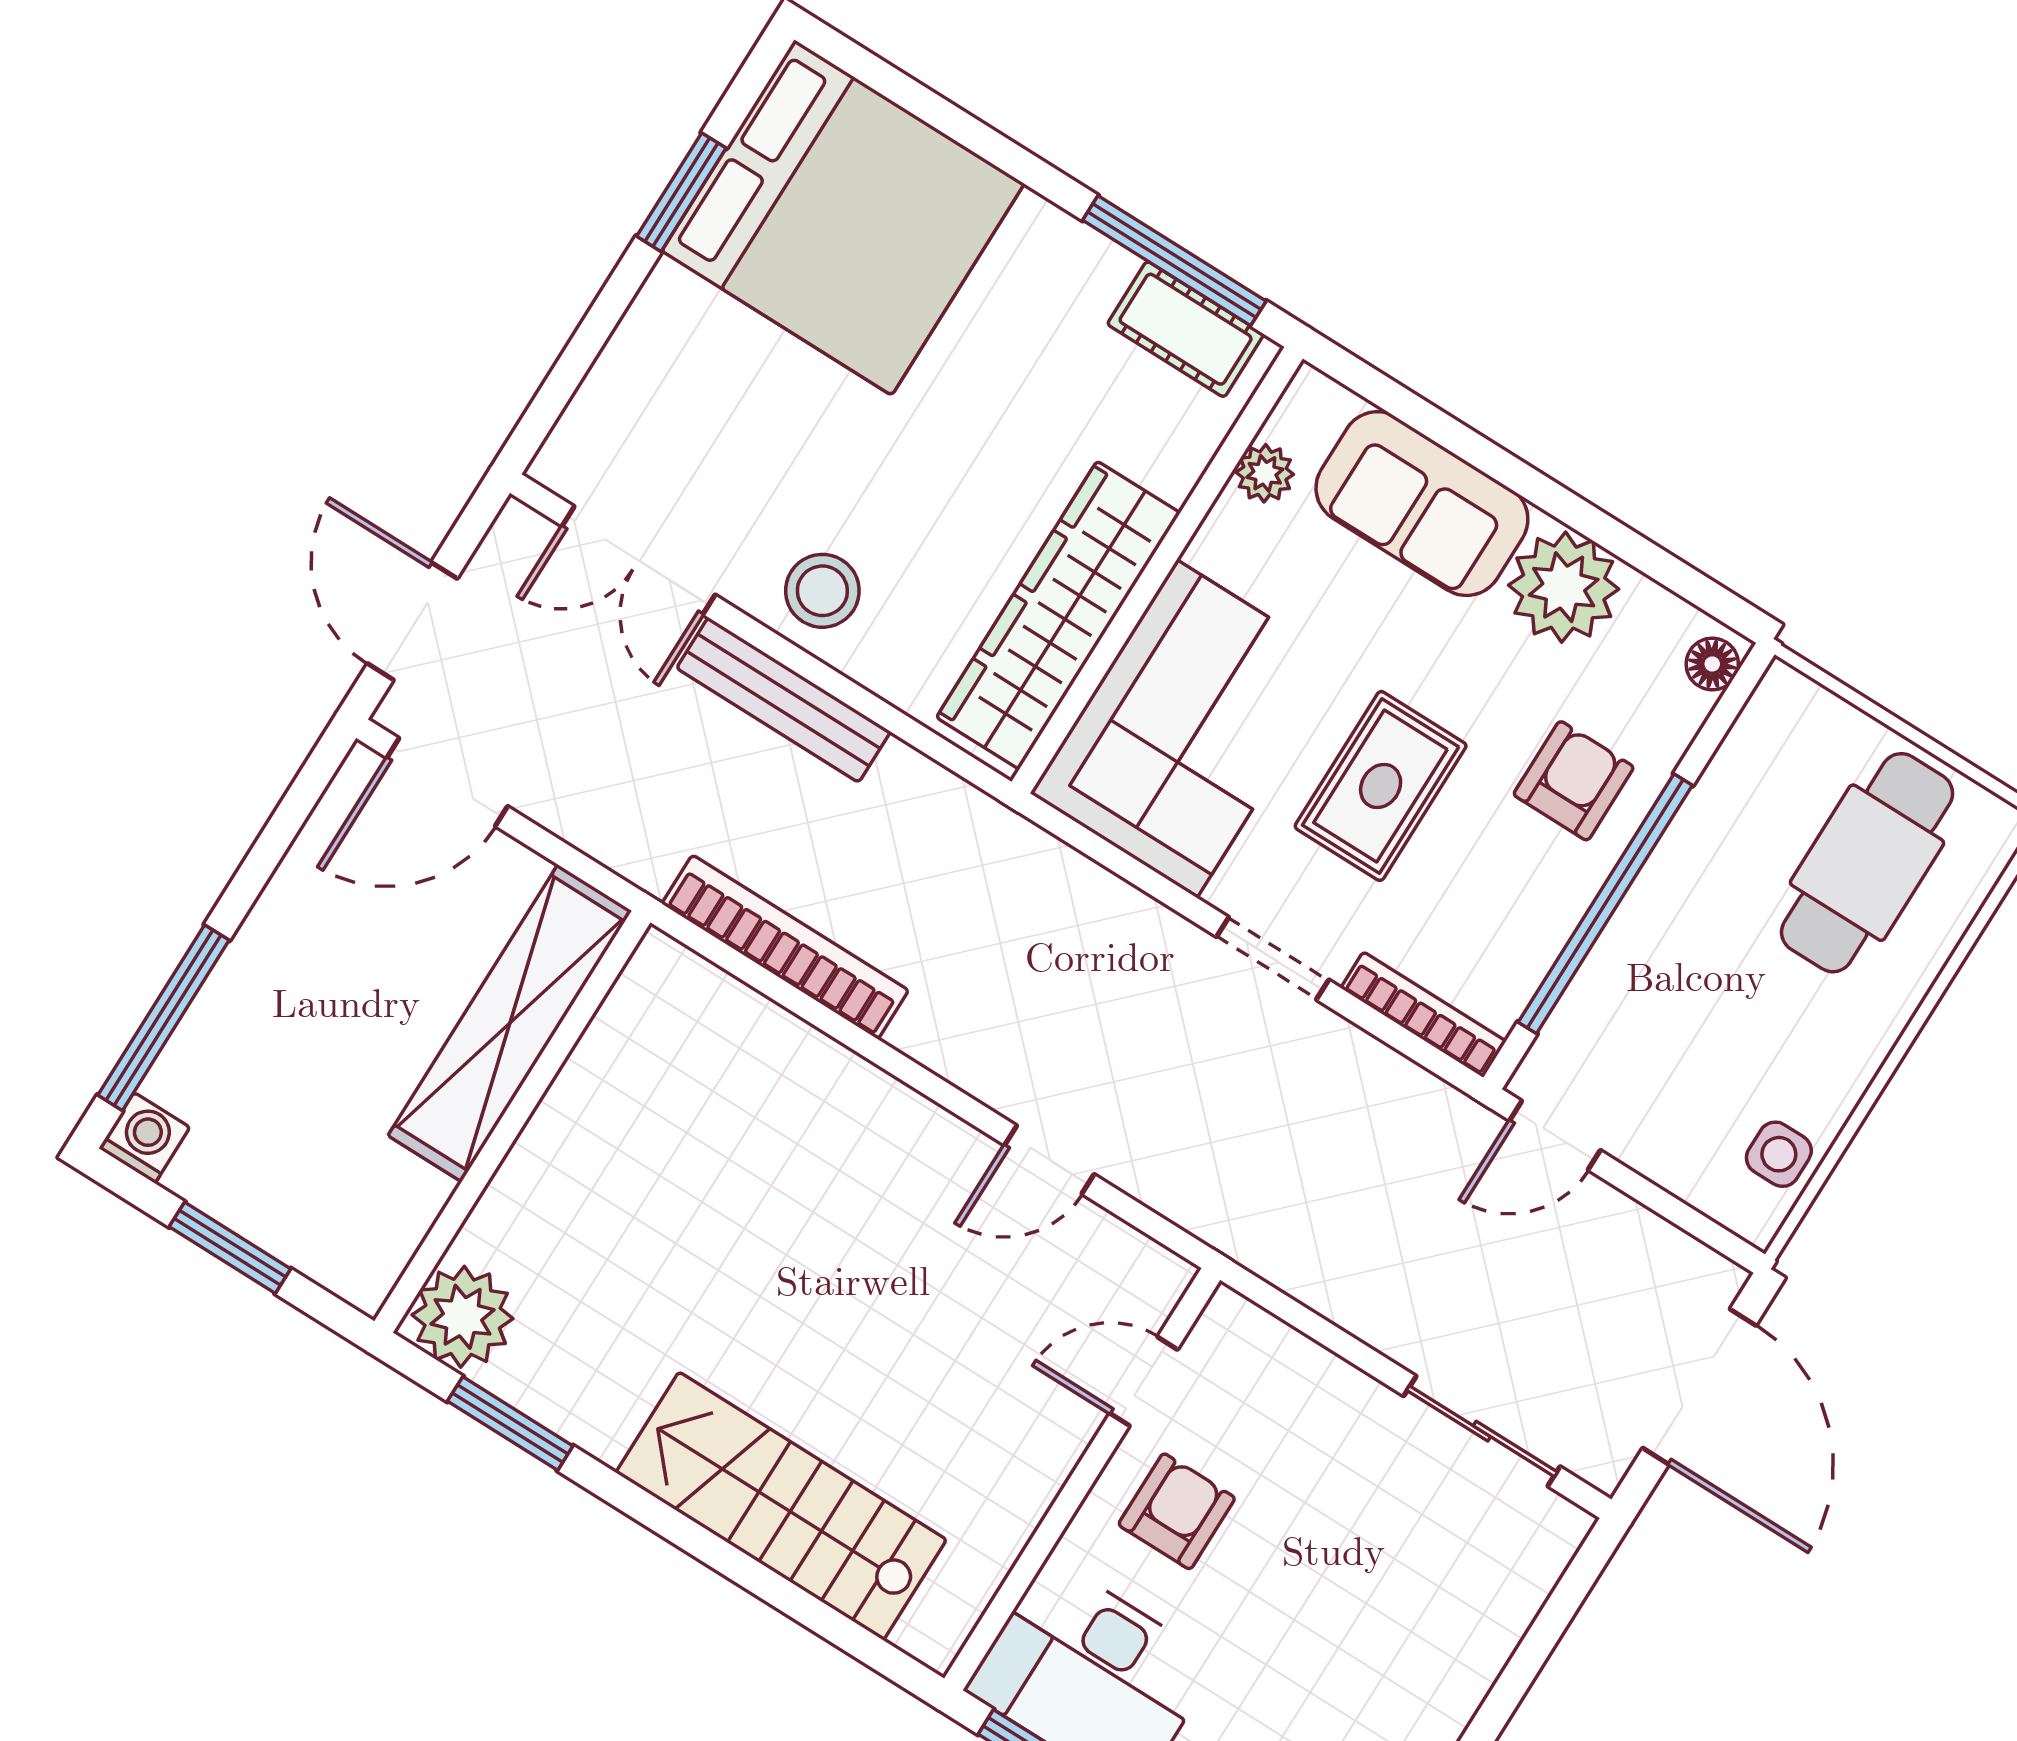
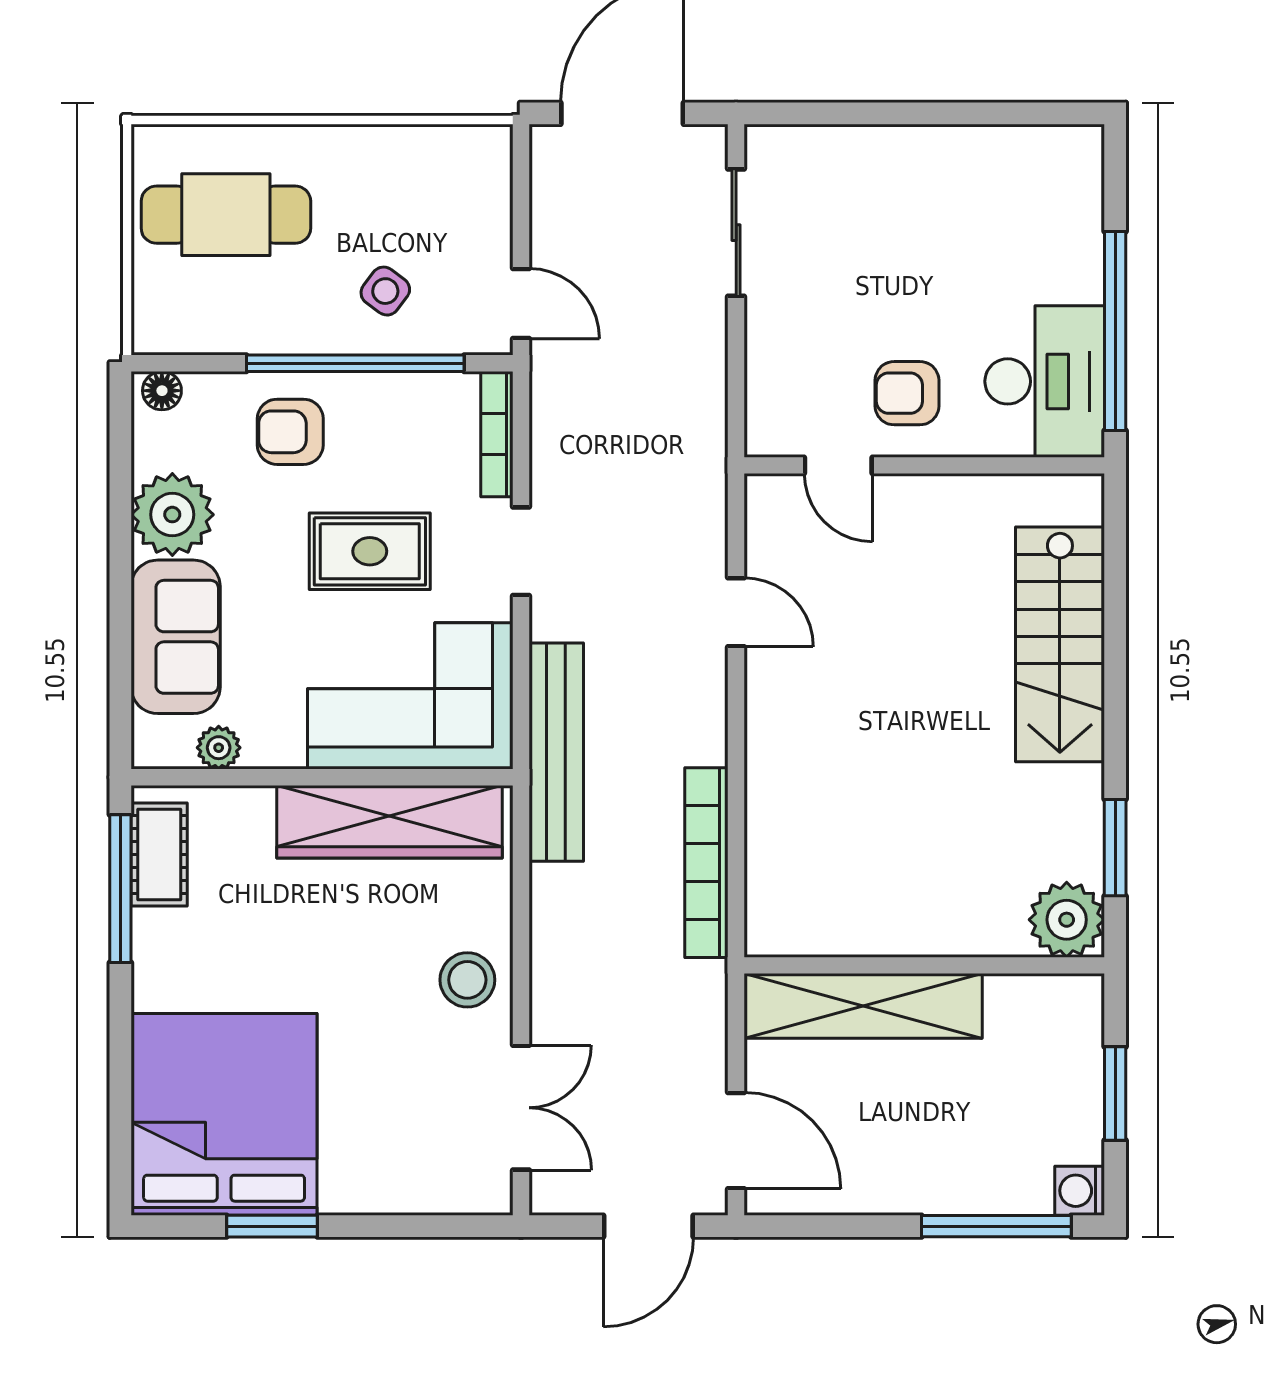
bench: (784, 700) -> (556, 752), moved, width x1.37, depth x1.21
side table: (1779, 1154) -> (385, 291), moved, turned 37

